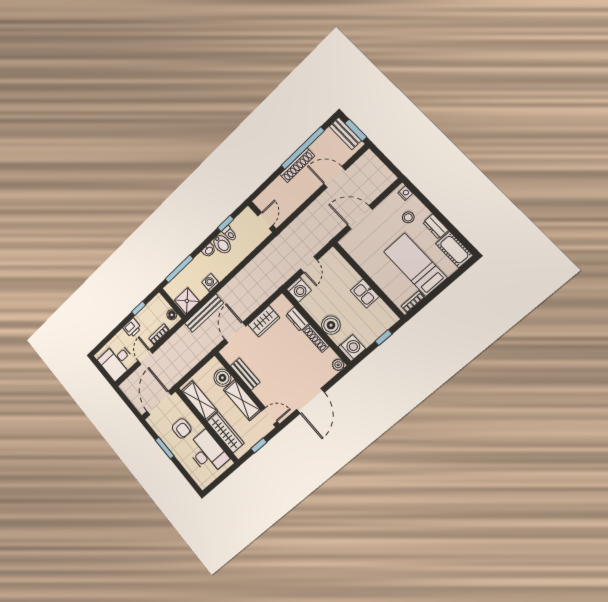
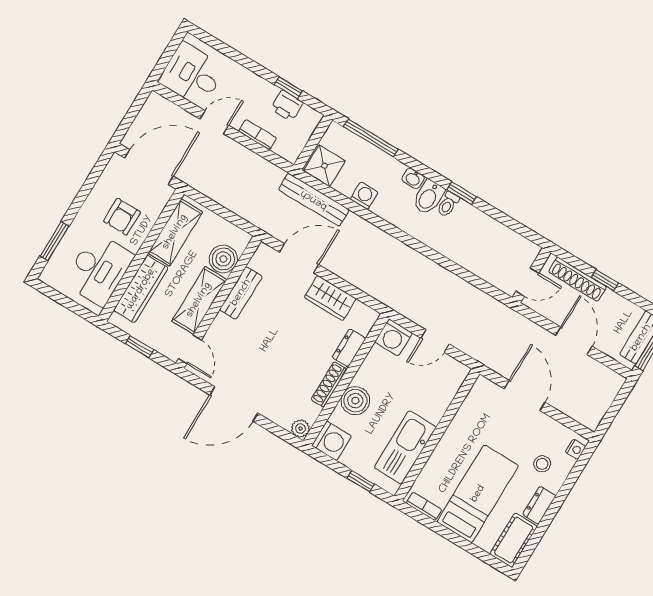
window: (303, 148) -> (605, 280), width x0.32
wall: (262, 217) -> (531, 275), moved
door: (265, 220) -> (527, 282), moved
kitchen sink: (365, 294) -> (405, 447), width x1.87, depth x1.24
floor lamp: (172, 315) -> (295, 147), removed
printer: (132, 328) -> (287, 106), moved
window: (165, 448) -> (55, 241), moved

